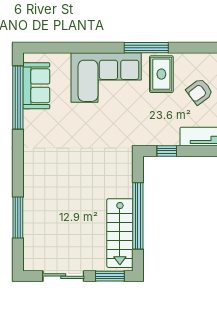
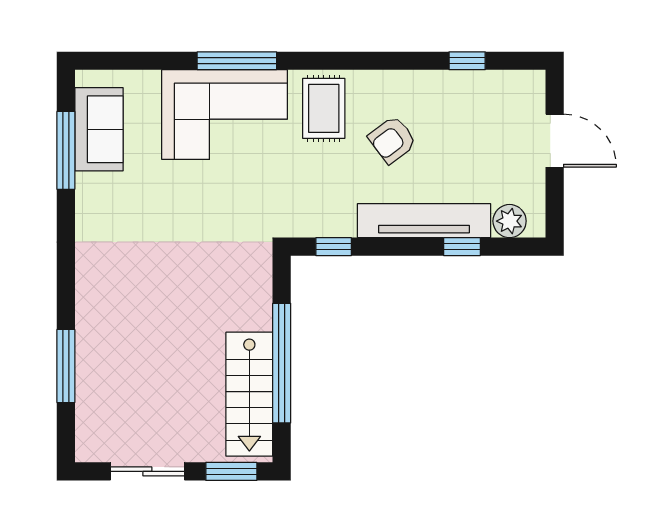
window: (146, 48) -> (237, 61), moved
window: (18, 97) -> (66, 150), width x0.68

